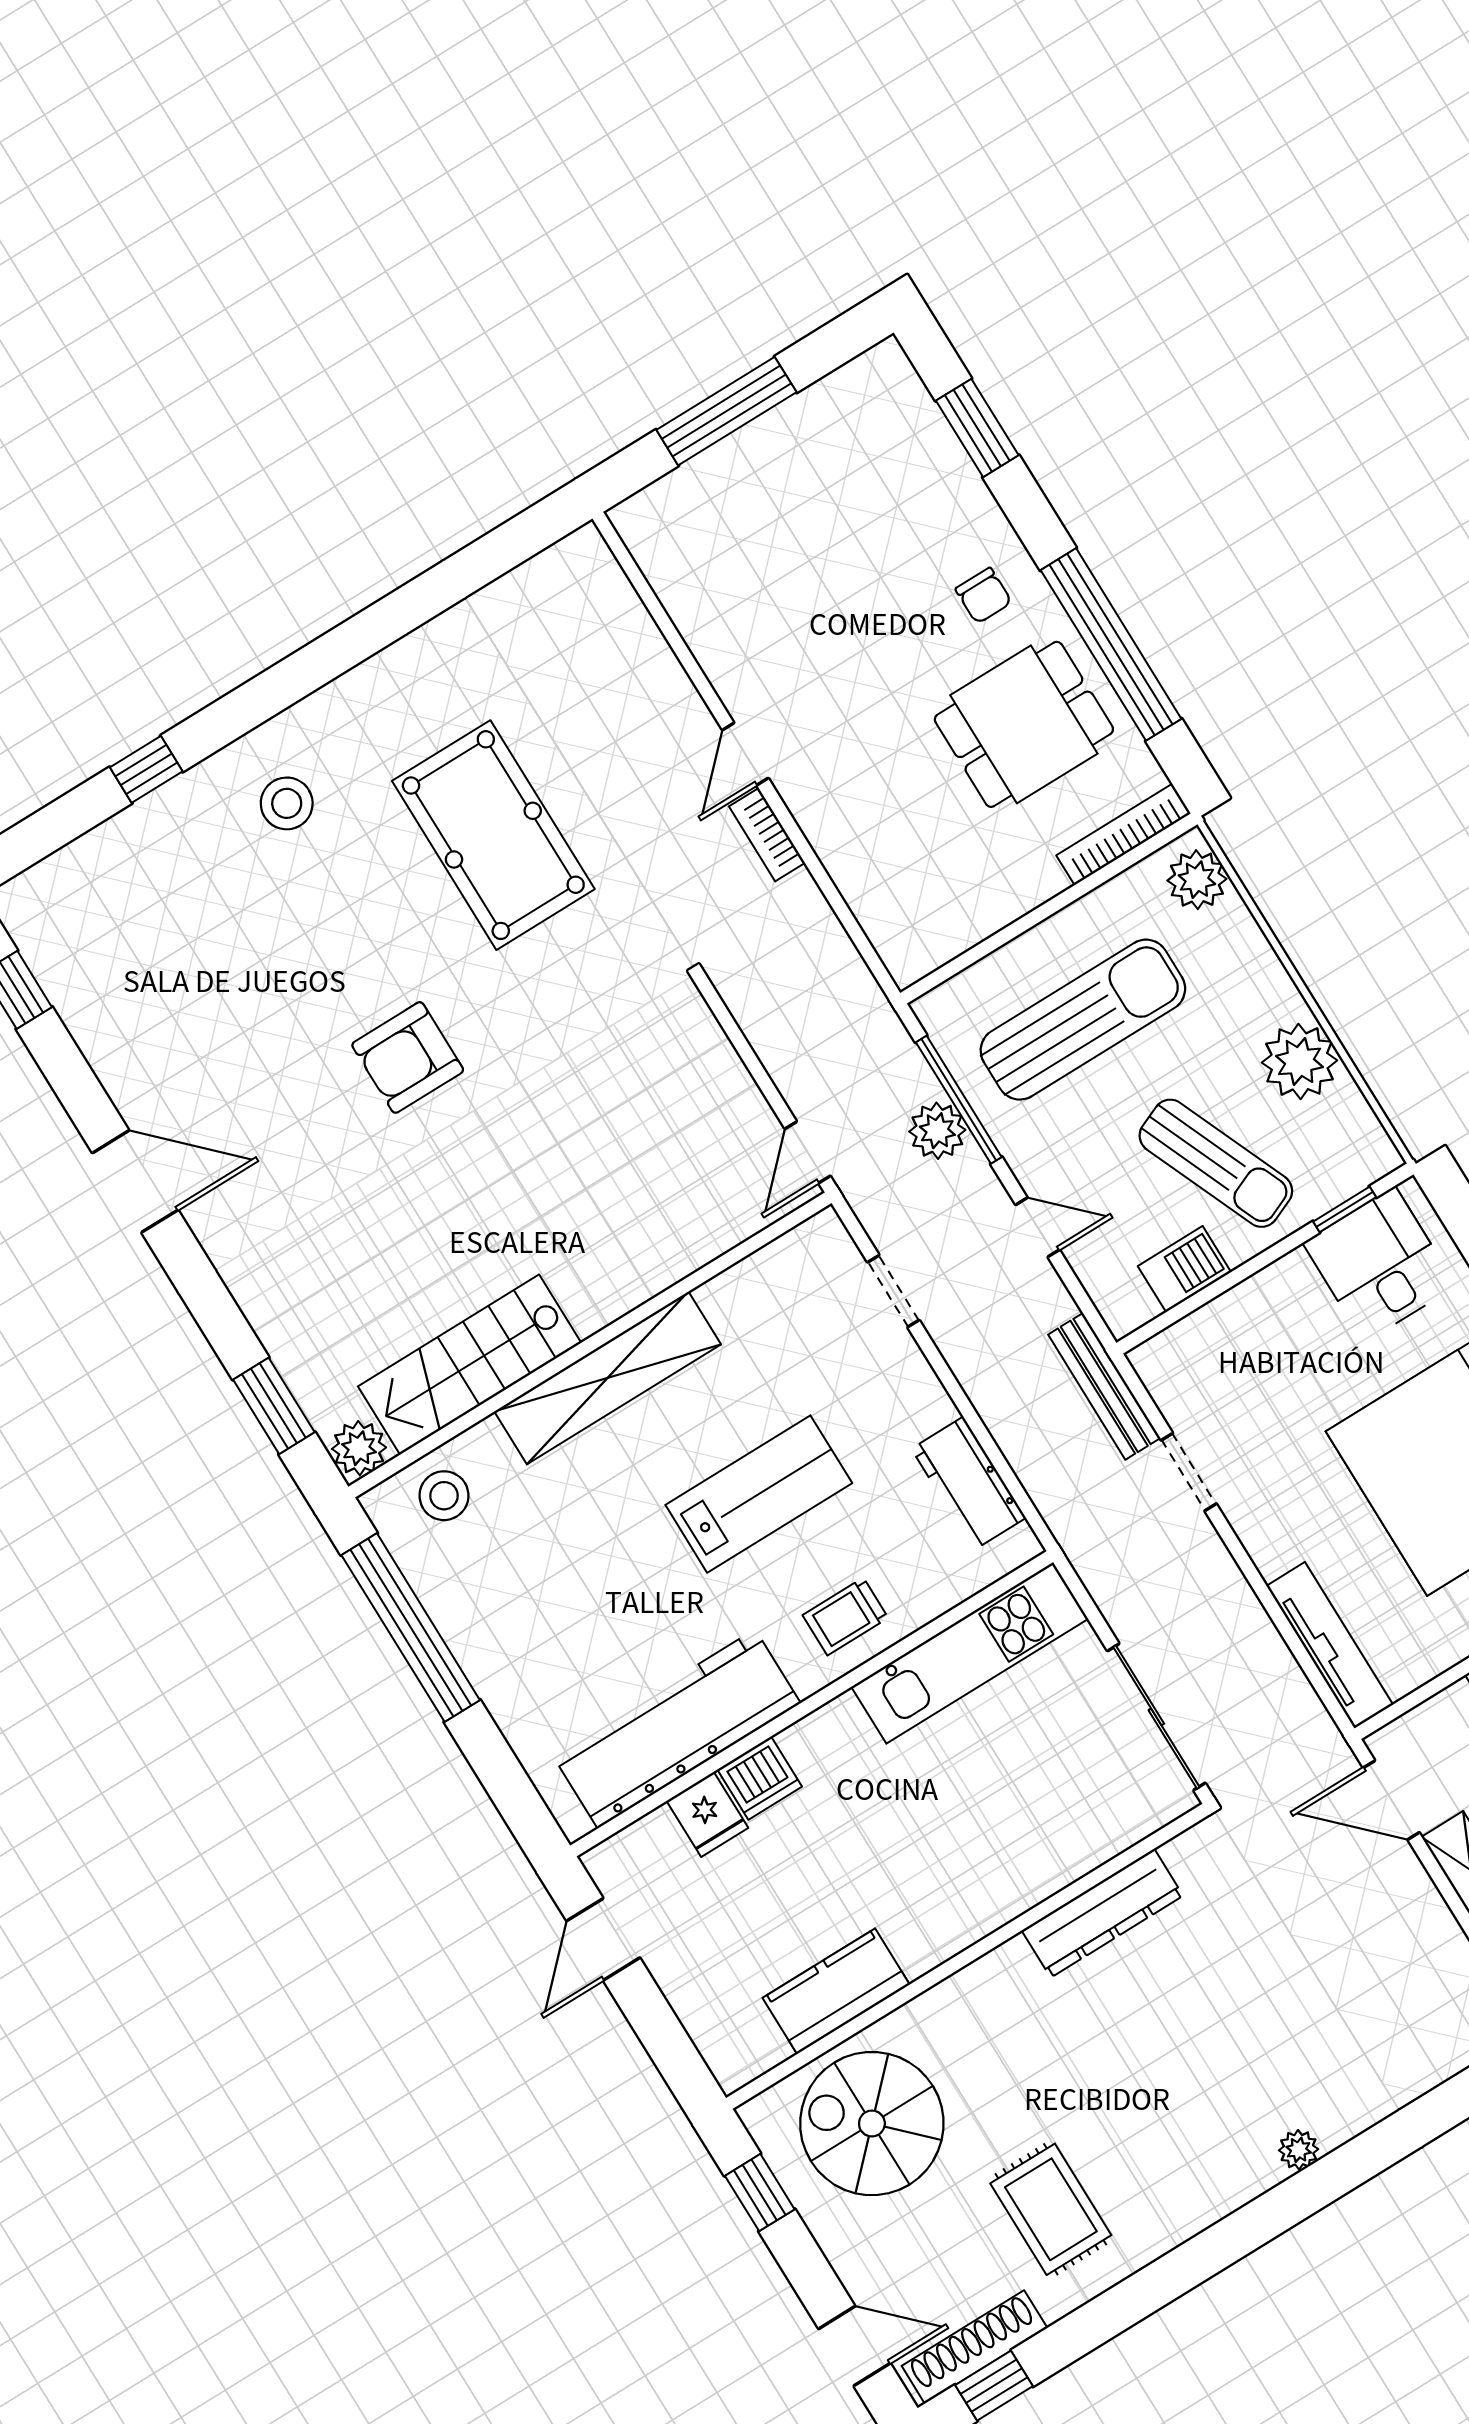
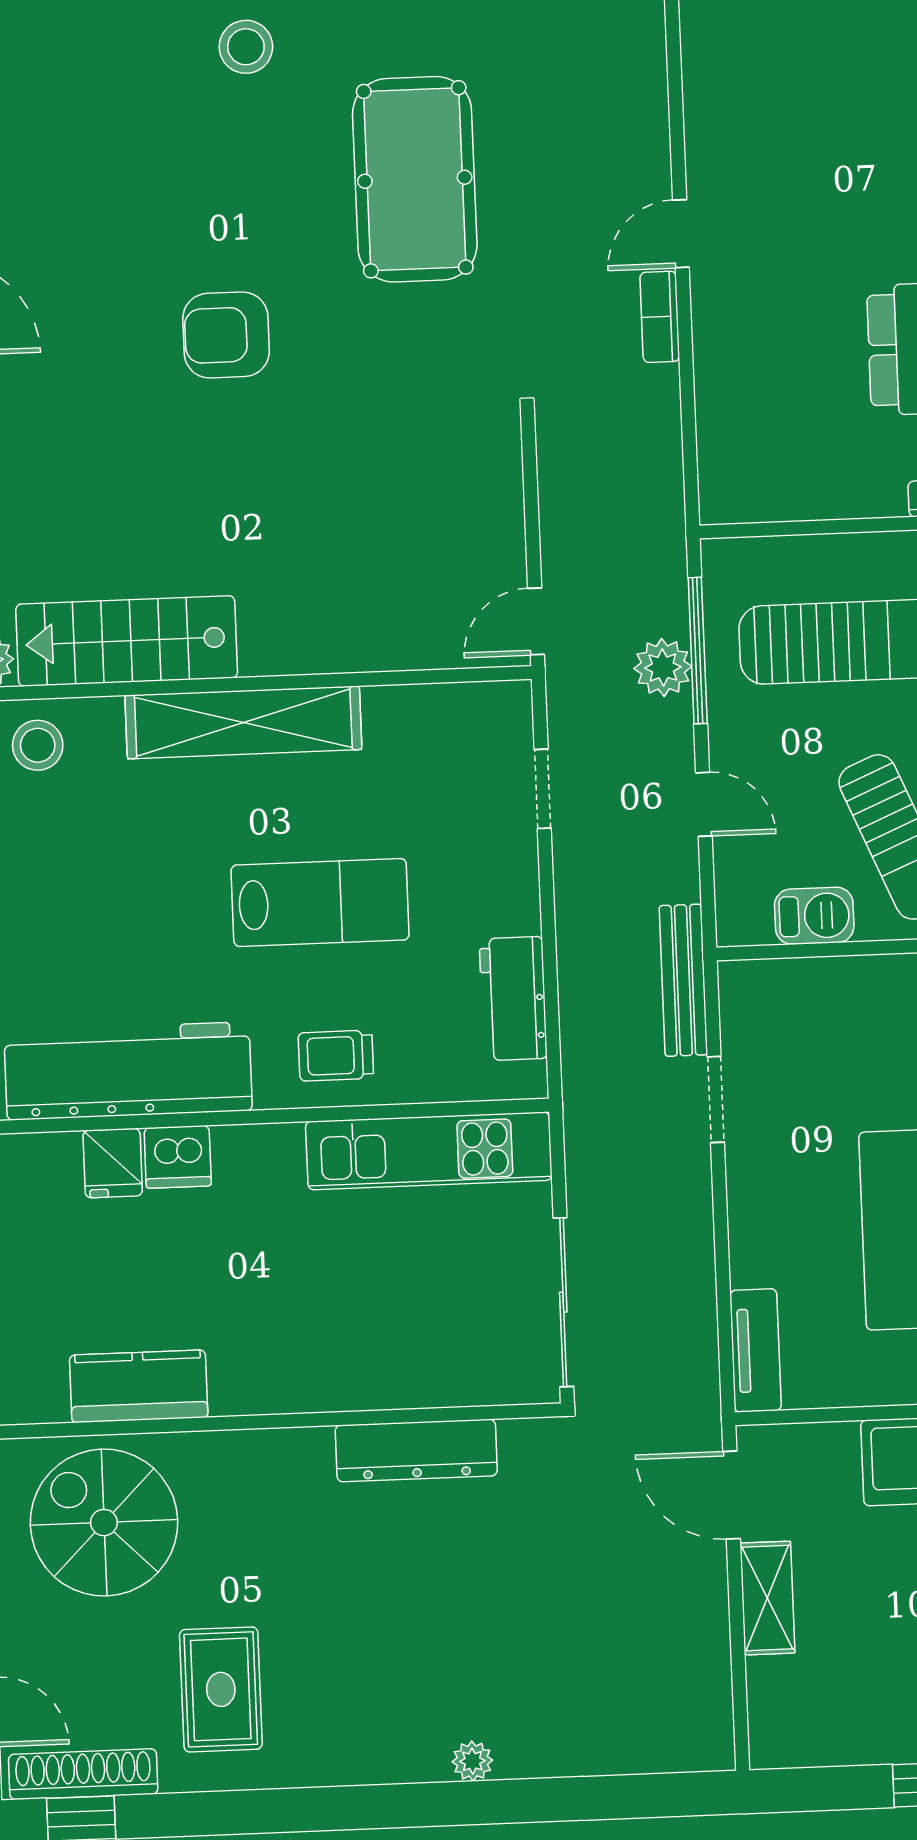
tv unit: (1330, 1645) -> (756, 1350), width x0.71

